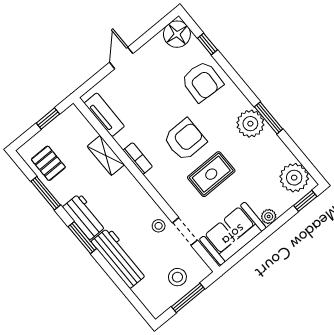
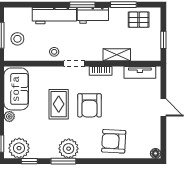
floor lamp: (177, 34) -> (156, 153), width x0.53, depth x0.53
window: (207, 44) -> (29, 161), moved
doorway: (185, 231) -> (74, 64), moved

